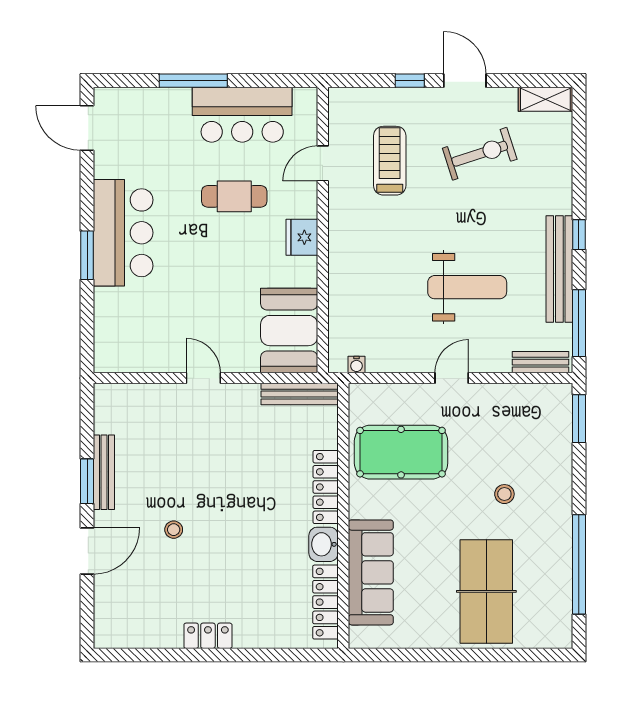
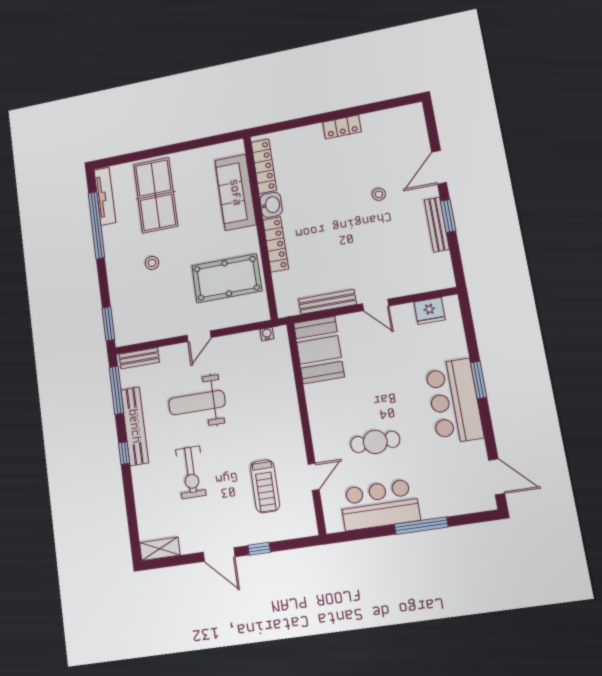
exercise bike: (480, 154) -> (191, 472), moved, turned -72
fridge: (302, 237) -> (430, 311), moved, turned 90
bench: (300, 394) -> (327, 302), moved
tv unit: (561, 605) -> (105, 196), added

